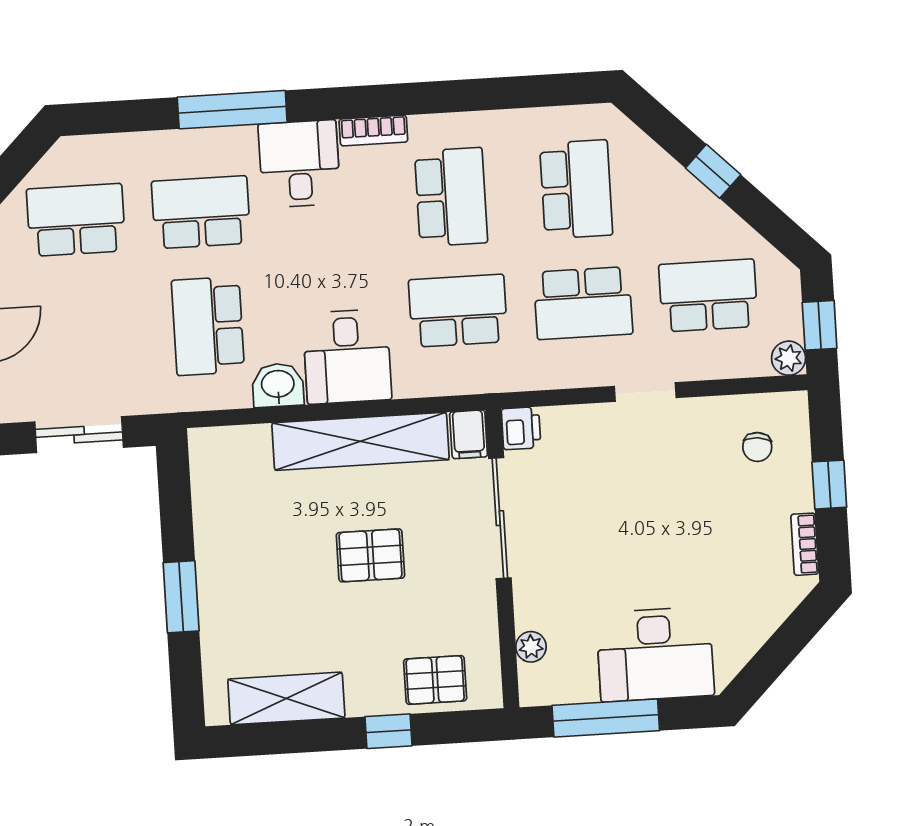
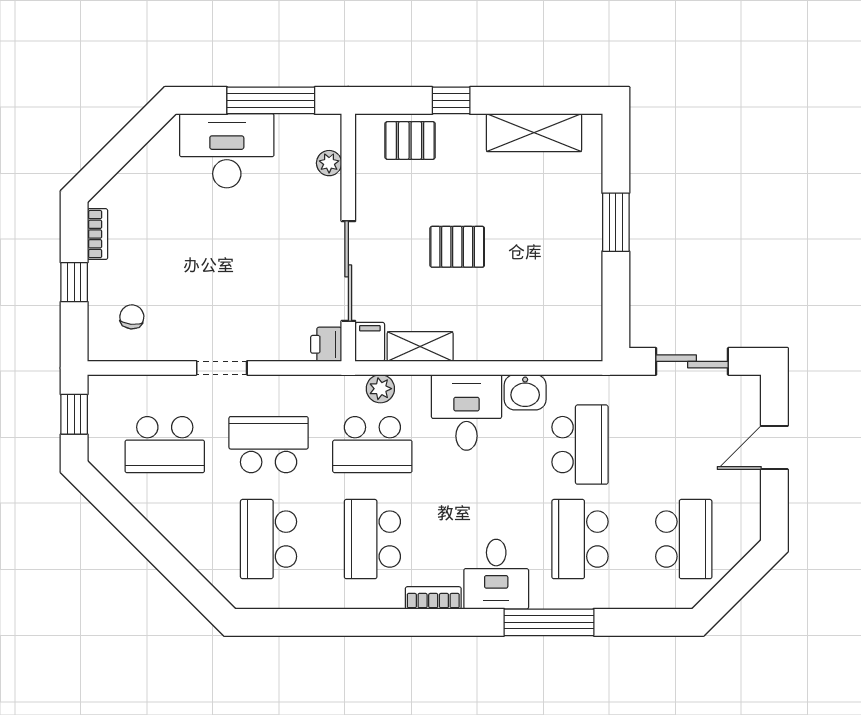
window: (713, 171) -> (154, 547), removed
school desk: (201, 212) -> (580, 539), turned 90
school desk: (76, 220) -> (684, 539), turned -90
plant: (789, 358) -> (380, 389), moved
shelving: (360, 441) -> (420, 347), width x0.45, depth x0.75

